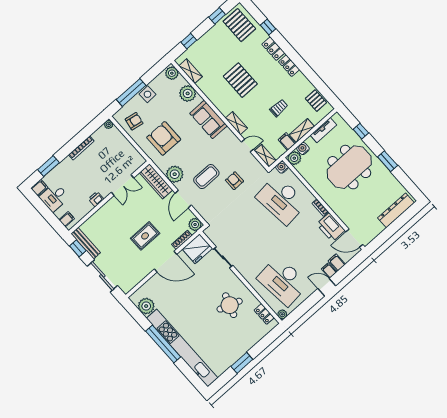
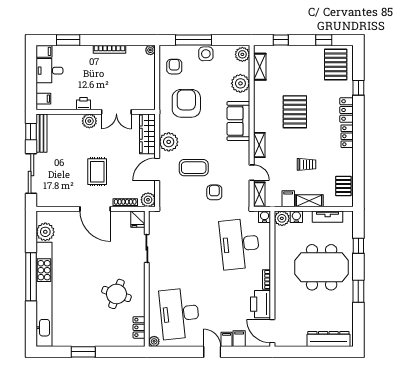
armchair: (134, 121) -> (174, 67), turned -100
plant: (110, 207) -> (89, 121), added
rug: (145, 236) -> (97, 172), turned 90
fridge: (197, 249) -> (138, 219), width x0.53, depth x0.75

